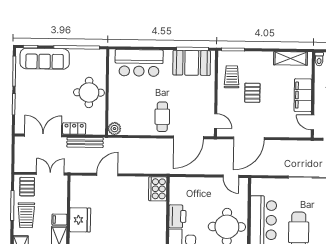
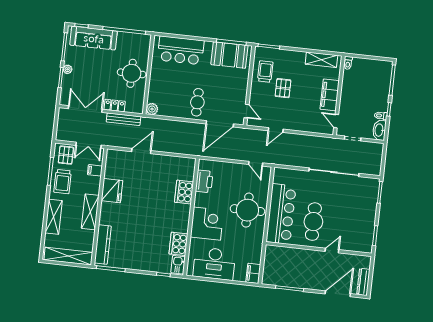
plant: (20, 95) -> (68, 69), added
door: (249, 138) -> (276, 130), width x0.53
double door: (50, 174) -> (89, 145), swing flipped
cooker: (158, 189) -> (184, 192), moved
printer: (177, 216) -> (204, 181), moved
filing cabinet: (59, 220) -> (95, 170), moved

